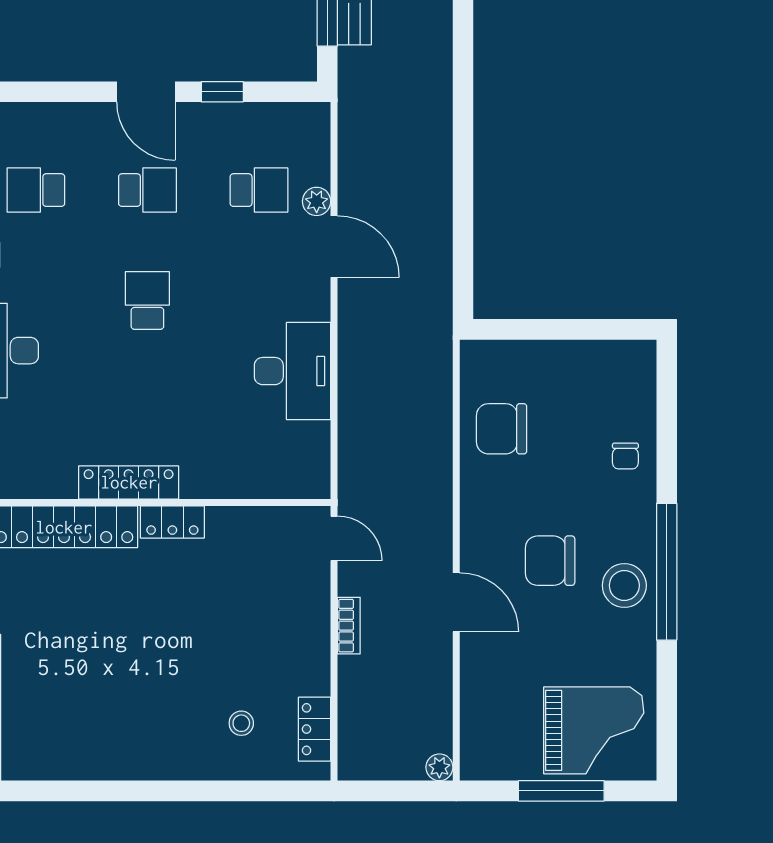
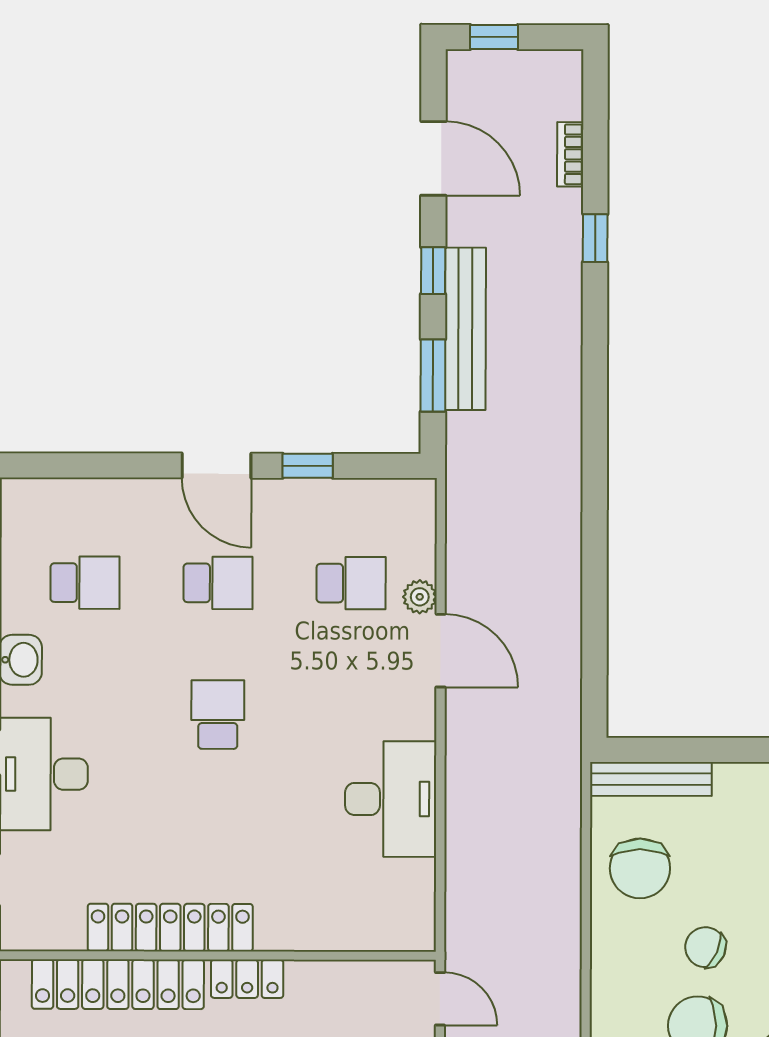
school desk: (36, 190) -> (85, 583), turned 180
bench: (511, 354) -> (651, 779), added
chair: (502, 429) -> (640, 868), turned -90
locker: (129, 482) -> (170, 928), width x1.41, depth x1.21
chair: (557, 495) -> (705, 947), added

